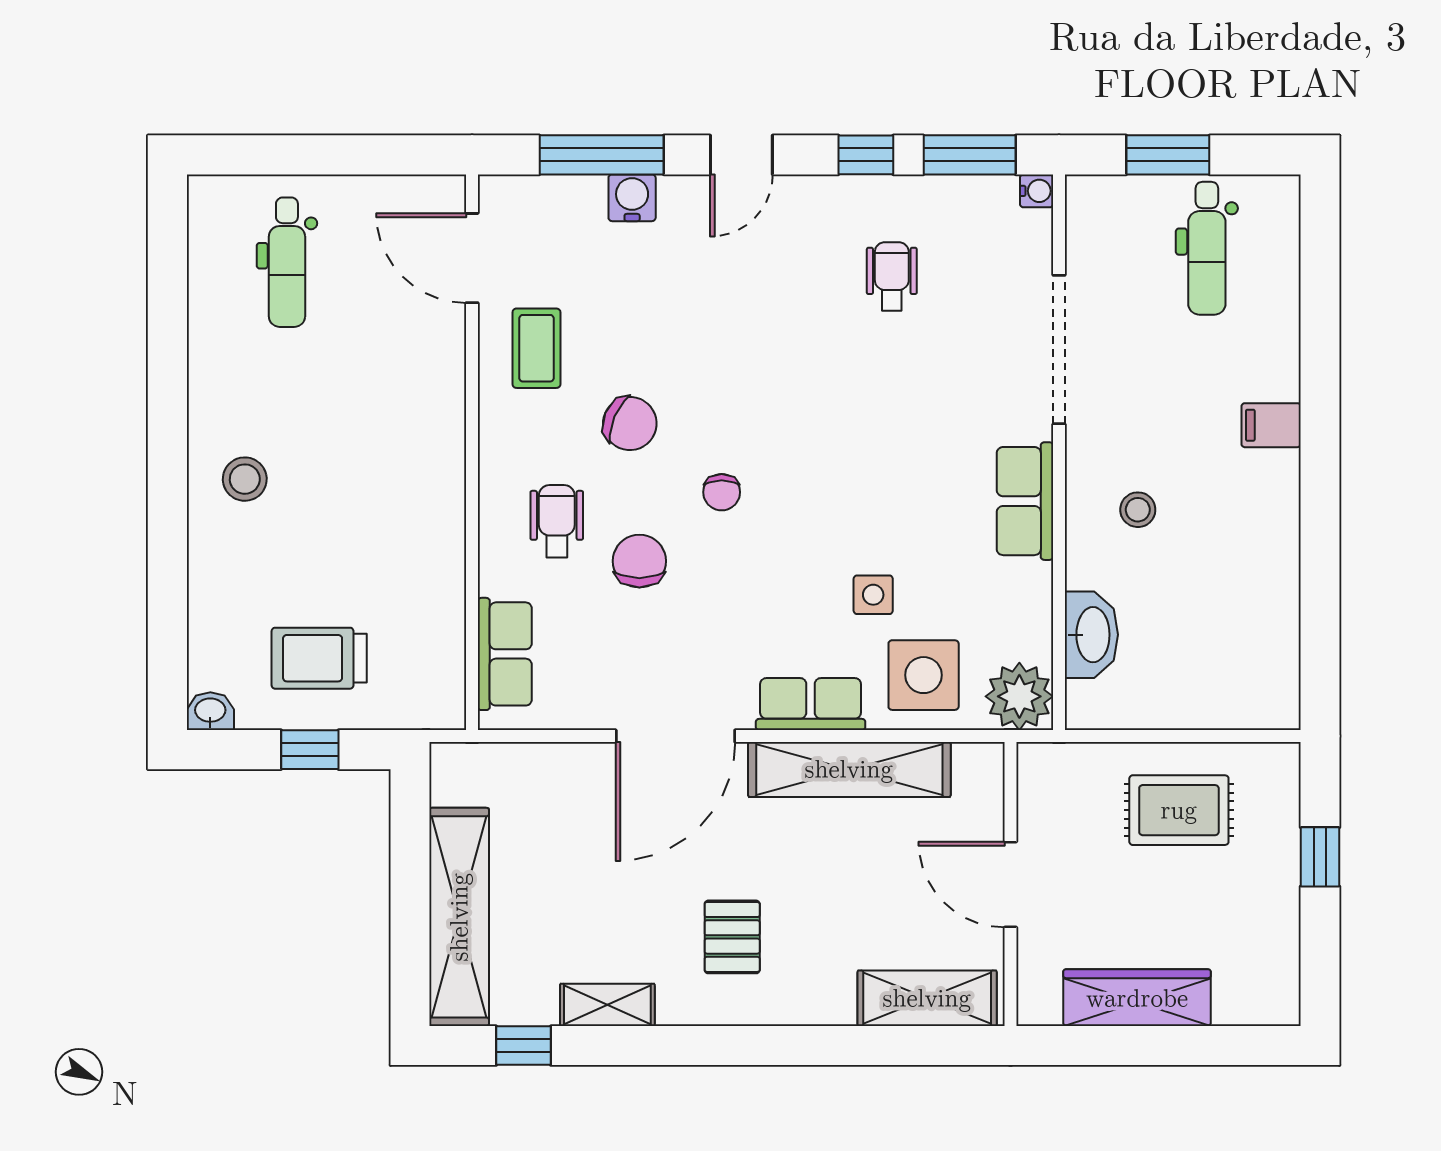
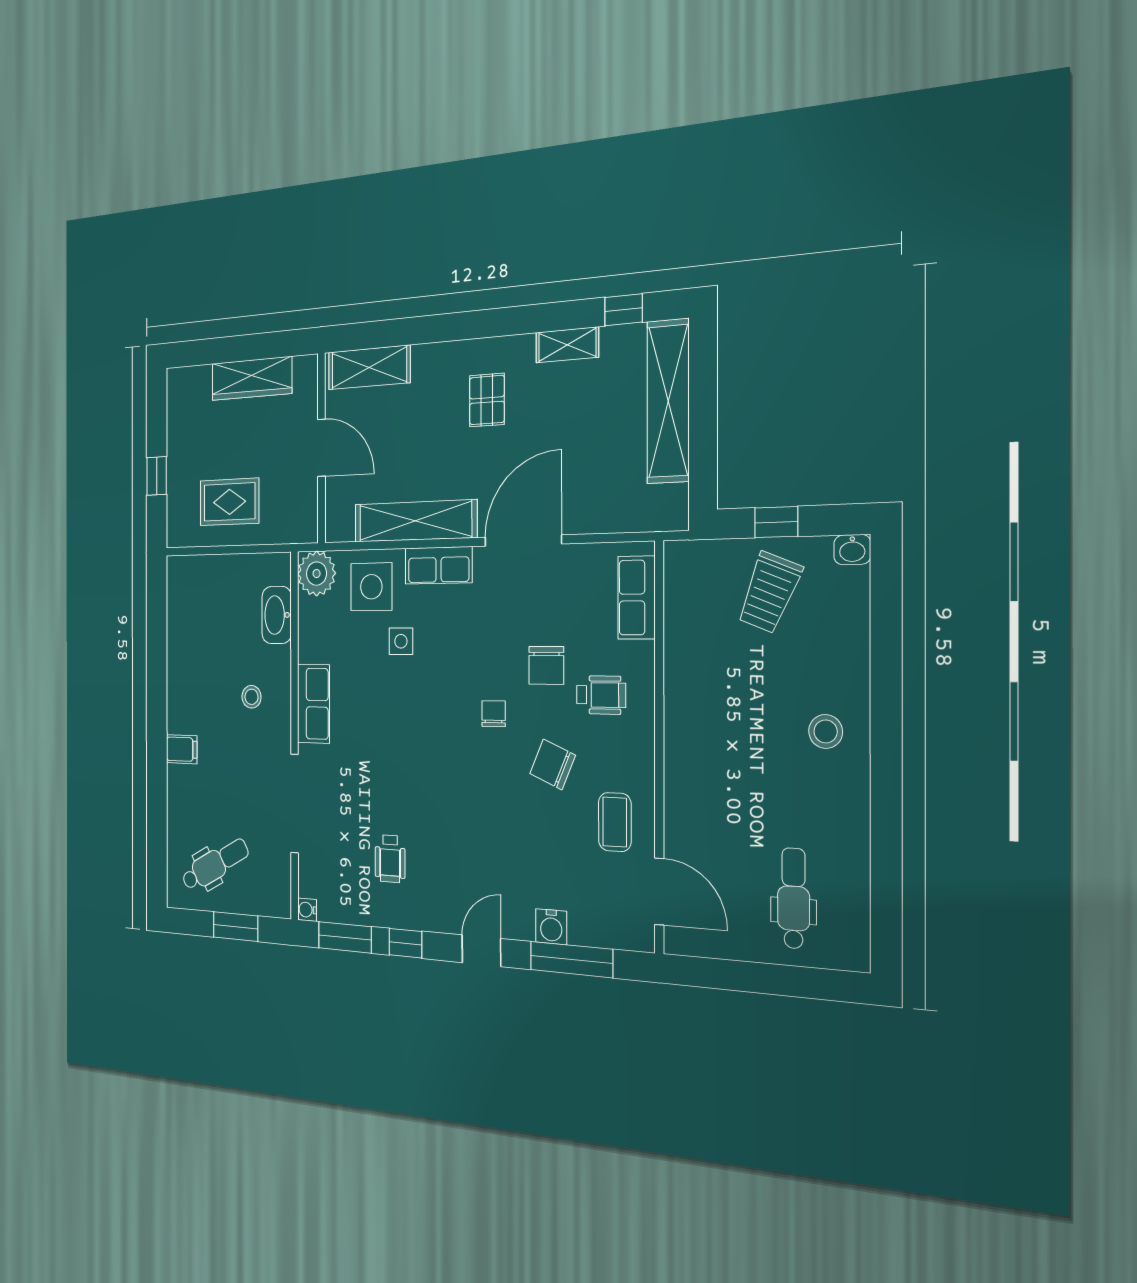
dental chair: (1207, 248) -> (215, 864), turned 61
wheelchair: (557, 521) -> (601, 695), turned -90
trolley: (319, 658) -> (769, 593), turned 112

